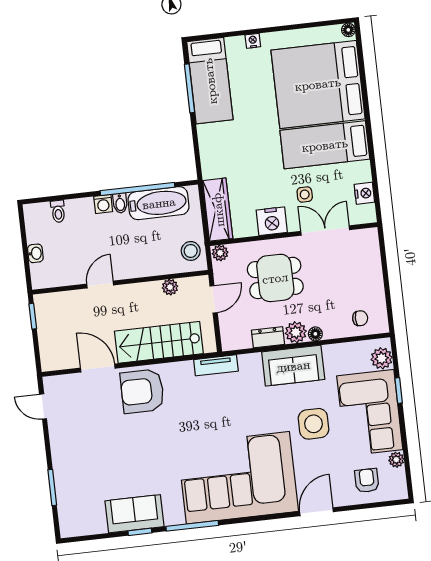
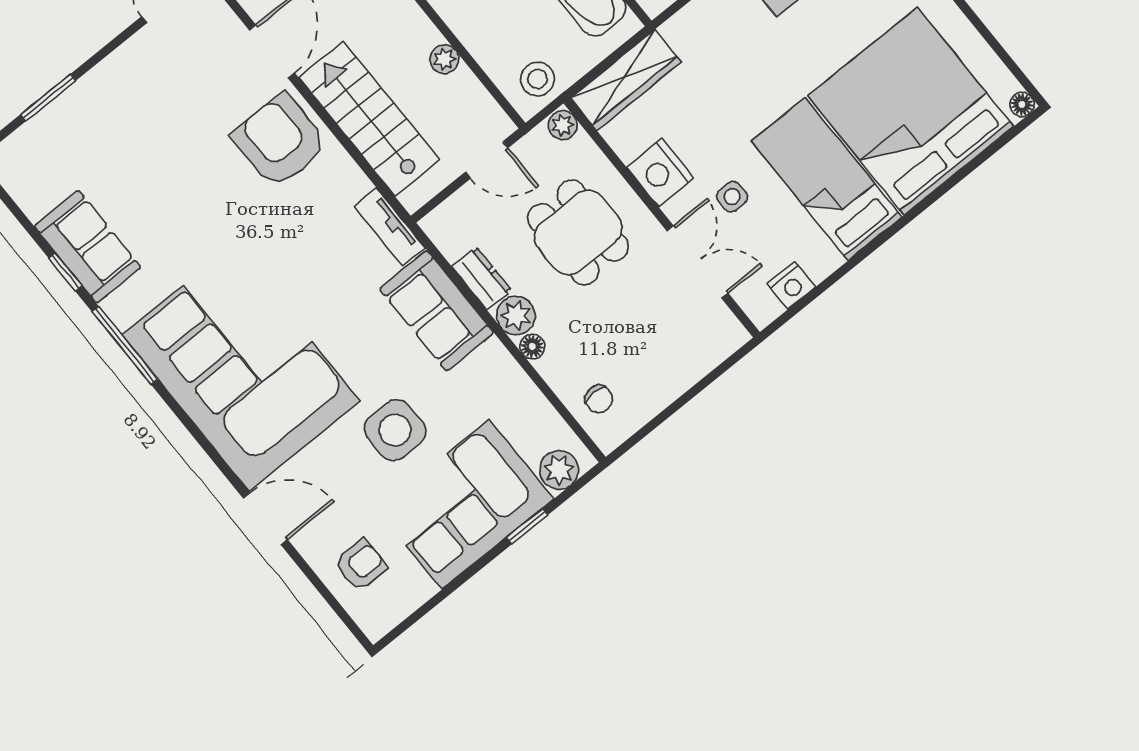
plant: (170, 287) -> (444, 59), moved
sofa: (293, 366) -> (437, 311), moved
plant: (396, 460) -> (420, 589), removed

